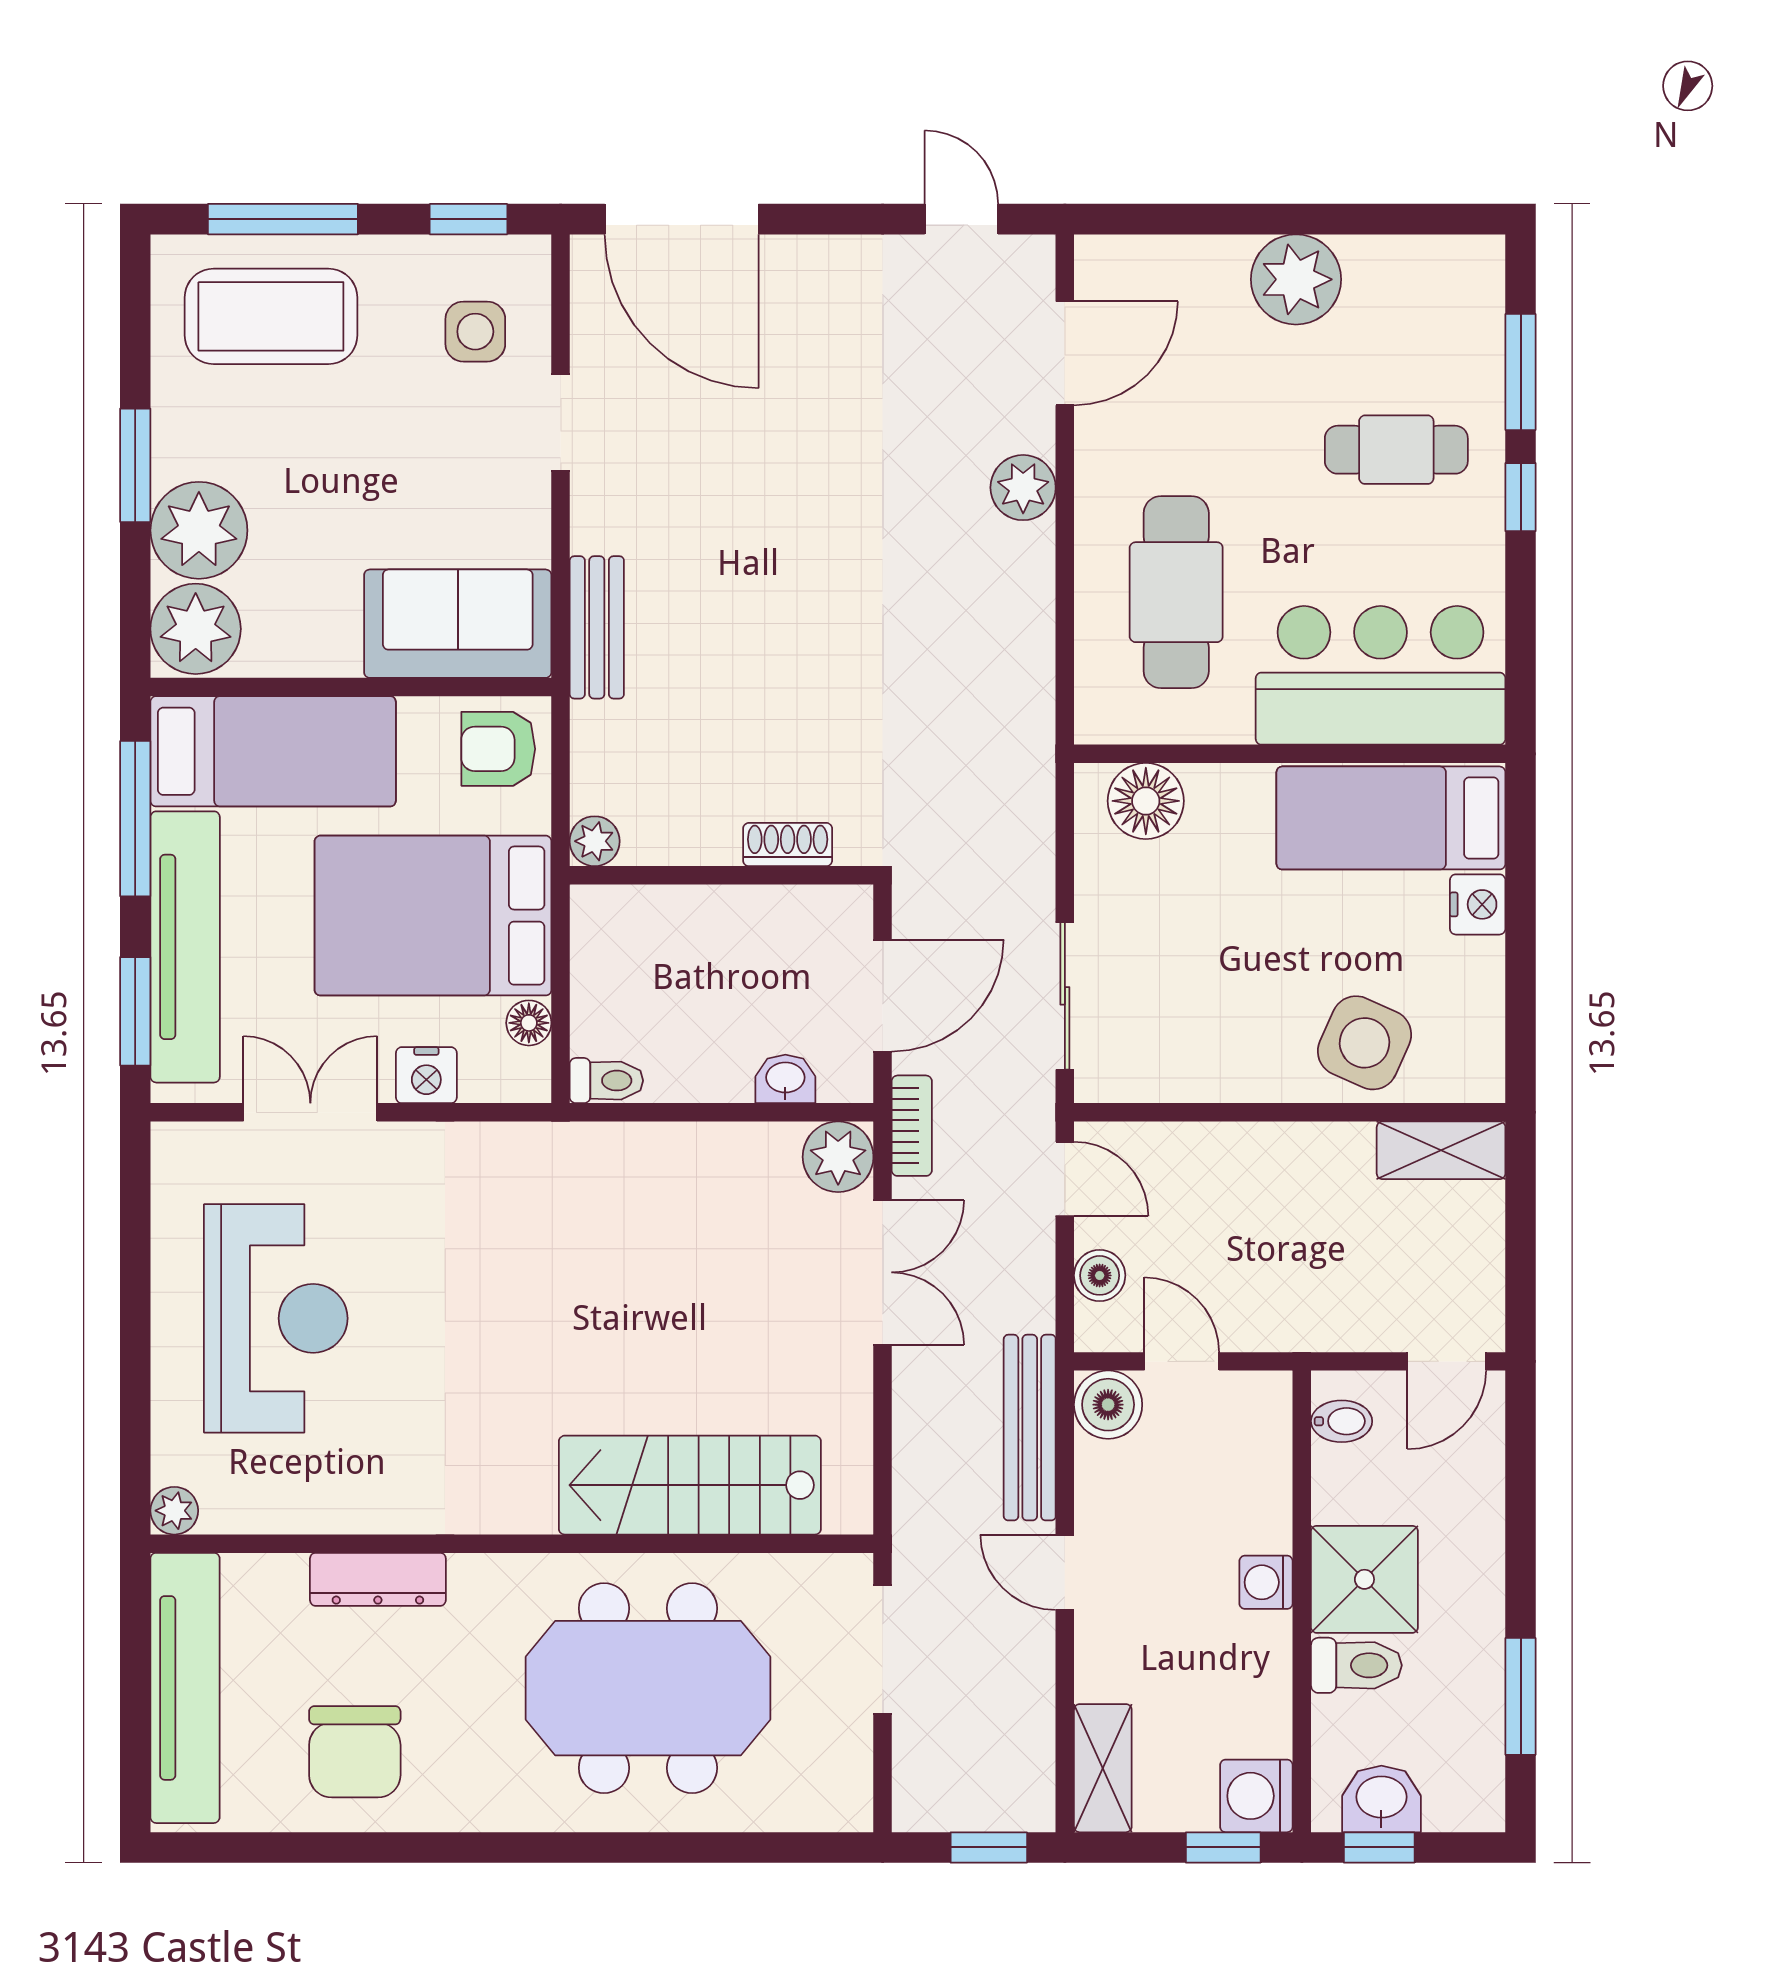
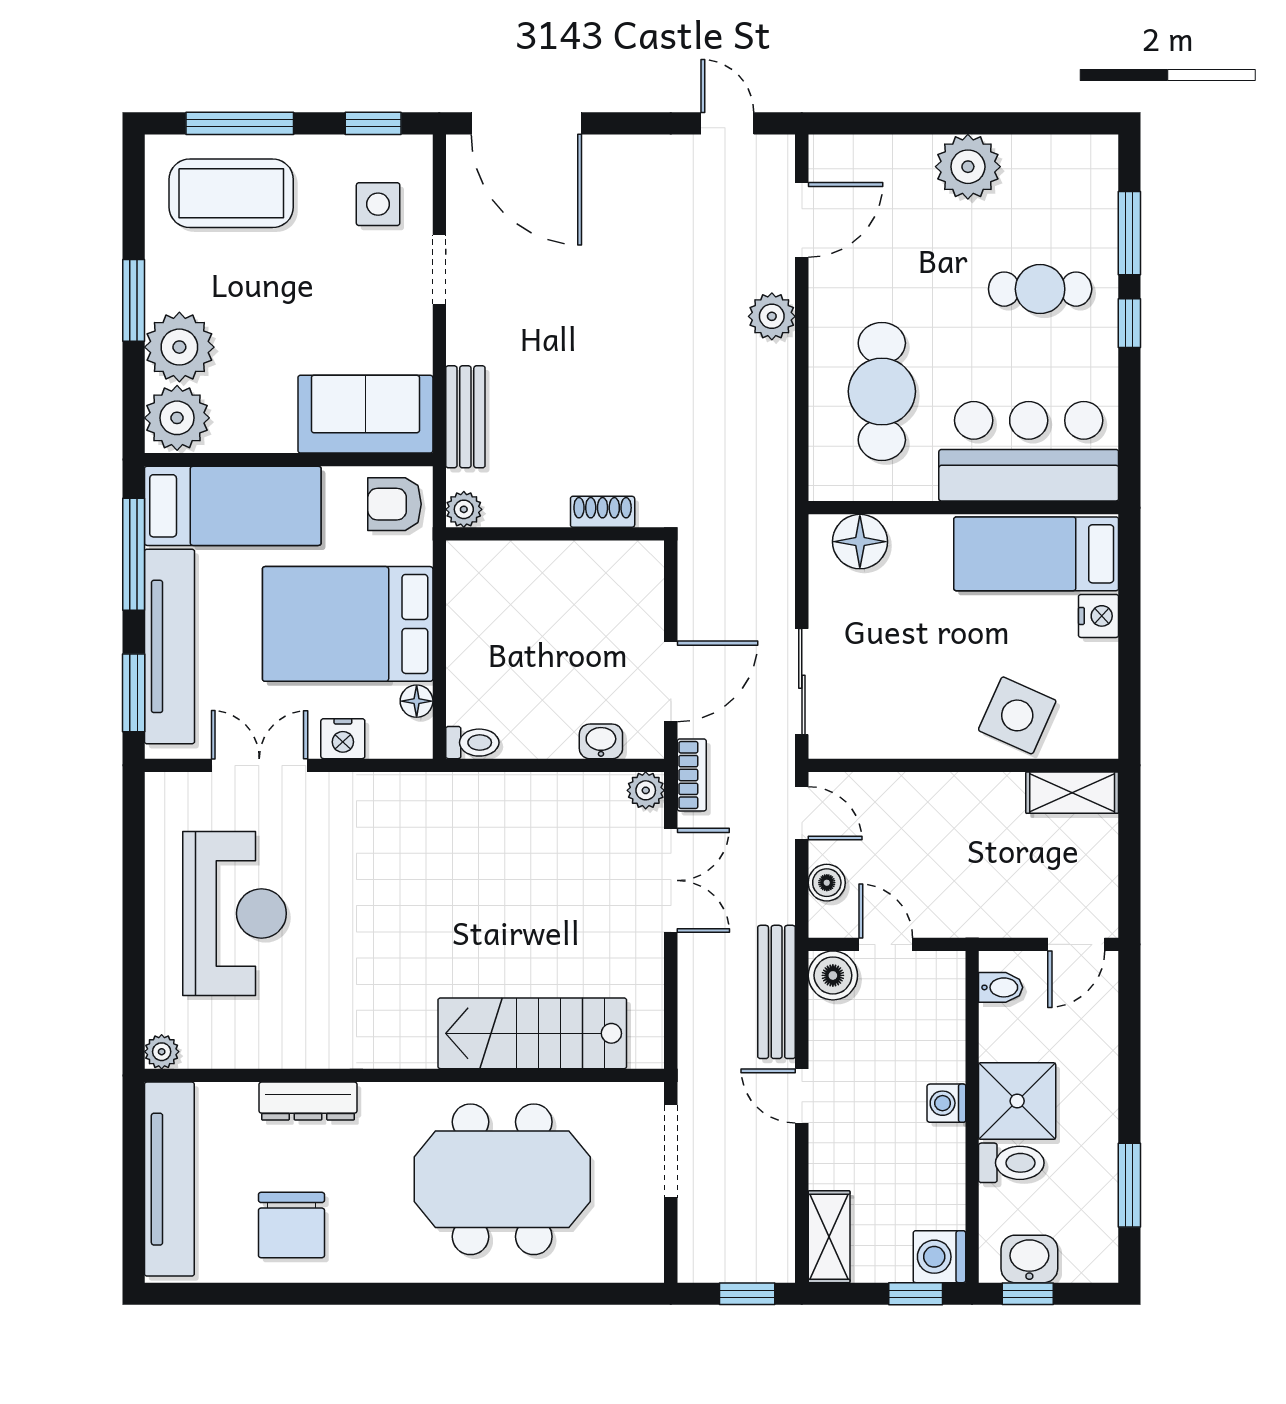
plant: (595, 841) -> (464, 509), moved
shoe rack: (788, 845) -> (603, 512), moved
wall: (722, 875) -> (555, 534), moved
plant: (838, 1157) -> (646, 790), width x0.73, depth x0.73

